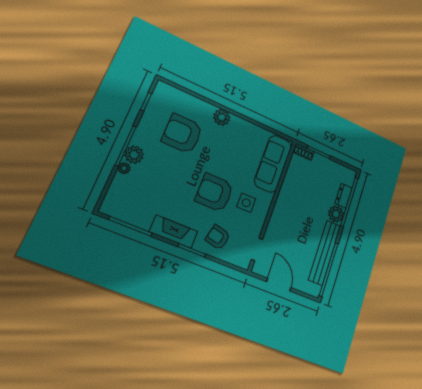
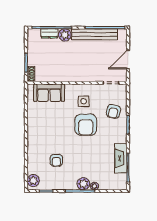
plant: (222, 117) -> (33, 181), moved
armchair: (182, 134) -> (56, 160), width x0.53, depth x0.53
sofa: (273, 164) -> (49, 93), width x0.73
fireplace: (174, 232) -> (121, 158), moved

